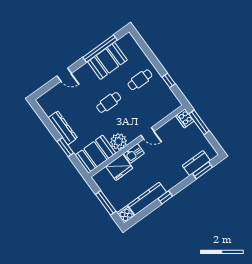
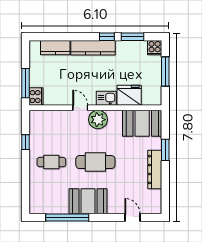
booth: (107, 61) -> (88, 201), moved
door: (64, 75) -> (132, 218), moved
cafe table: (109, 102) -> (95, 162), width x1.37, depth x1.35
plant: (119, 141) -> (98, 120), moved
window: (202, 170) -> (133, 37), moved
kitchen counter: (147, 199) -> (93, 48), moved

